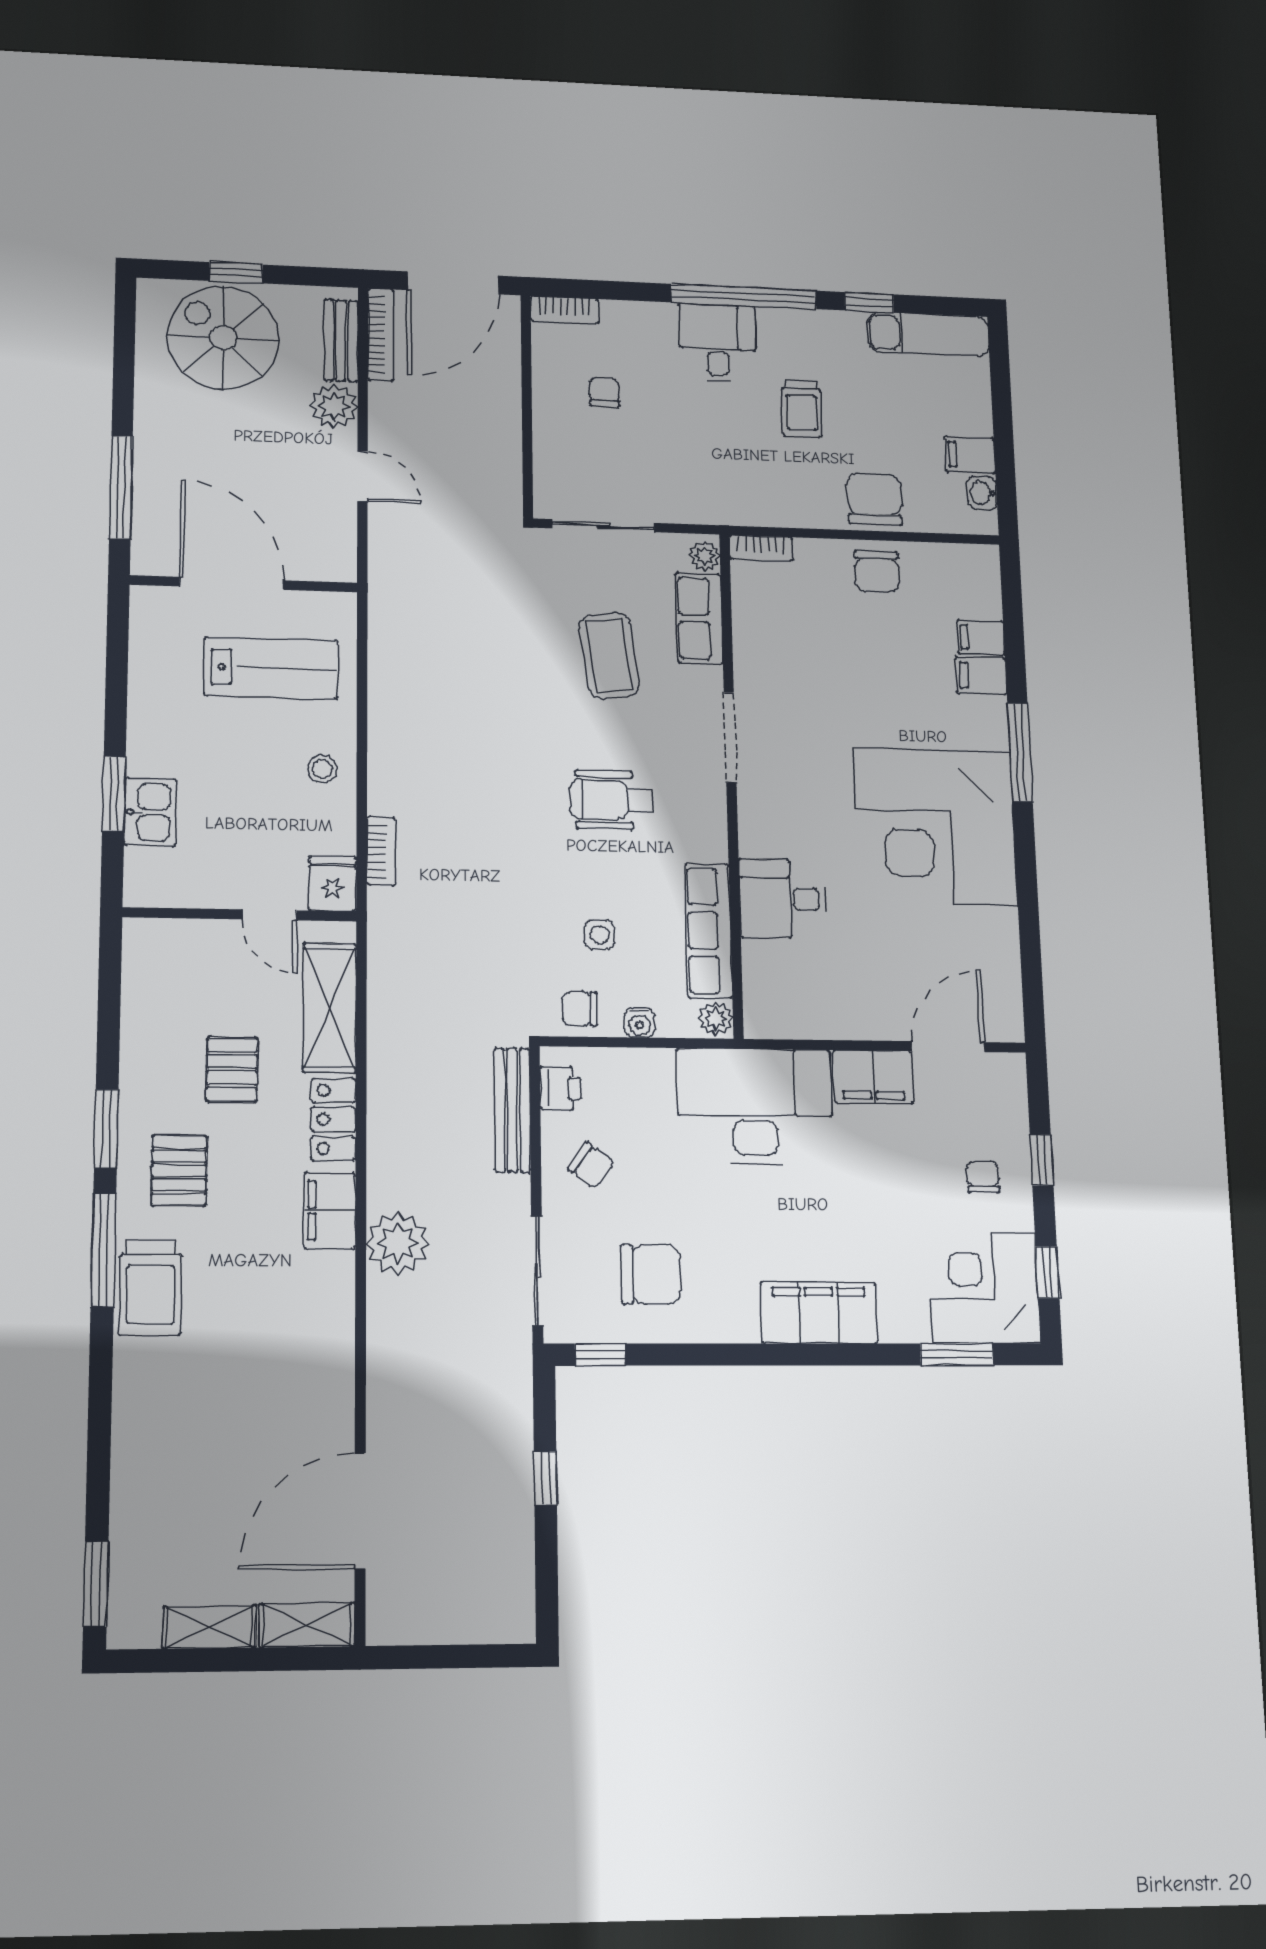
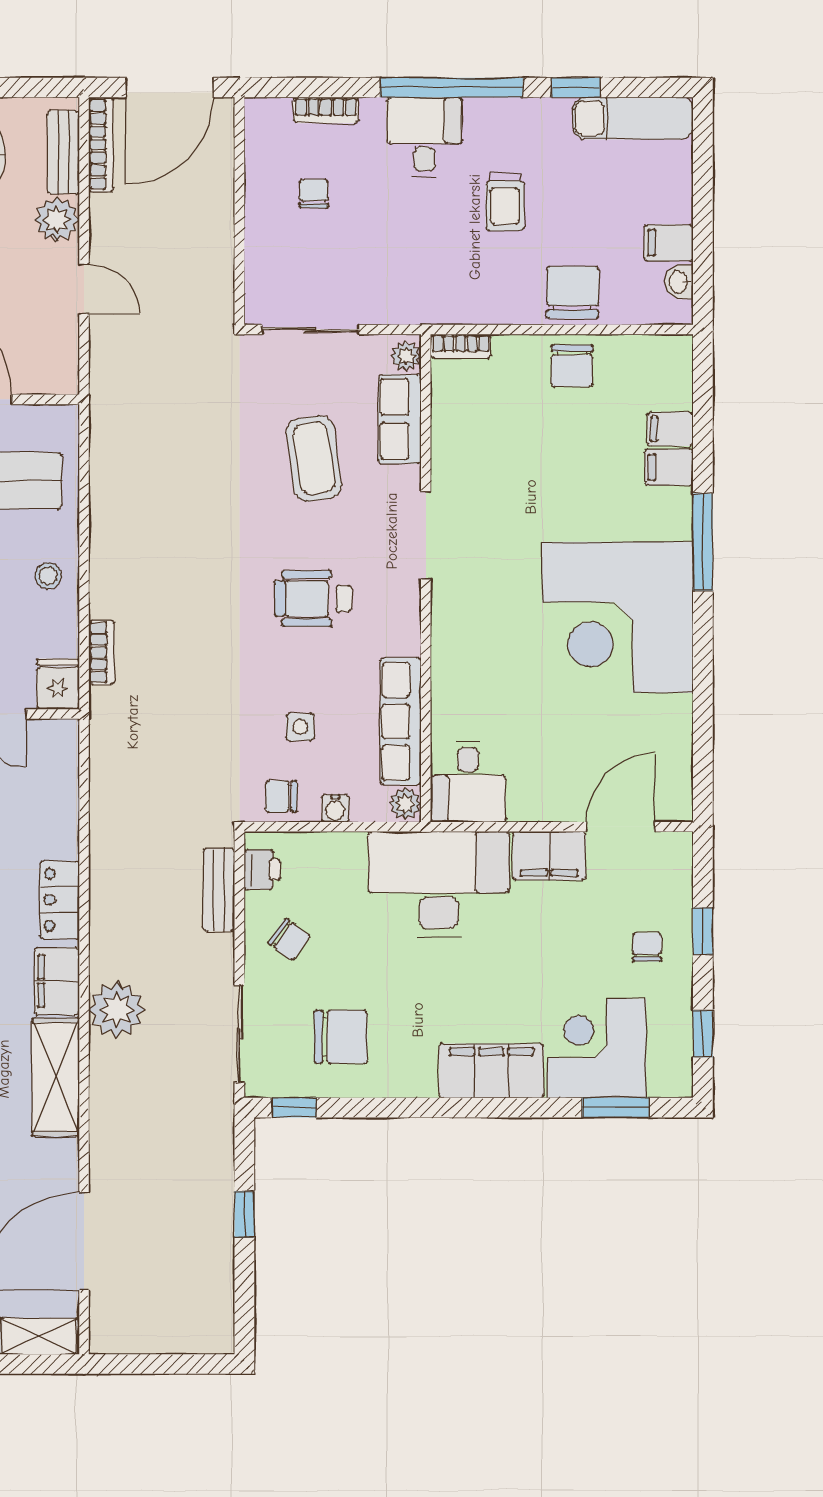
bookcase: (564, 310) -> (326, 110), moved
desk: (783, 899) -> (468, 782), moved, turned -90
shelving: (330, 1008) -> (56, 1077), moved
bench: (512, 1110) -> (219, 890), width x0.73
corner desk: (984, 1288) -> (596, 1048), moved

